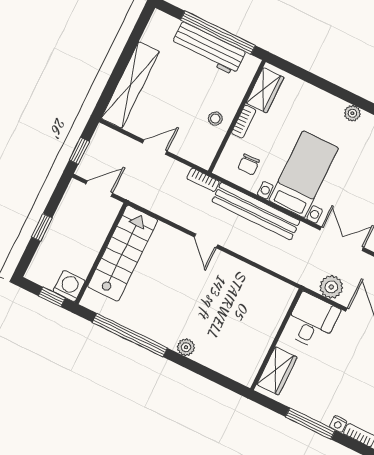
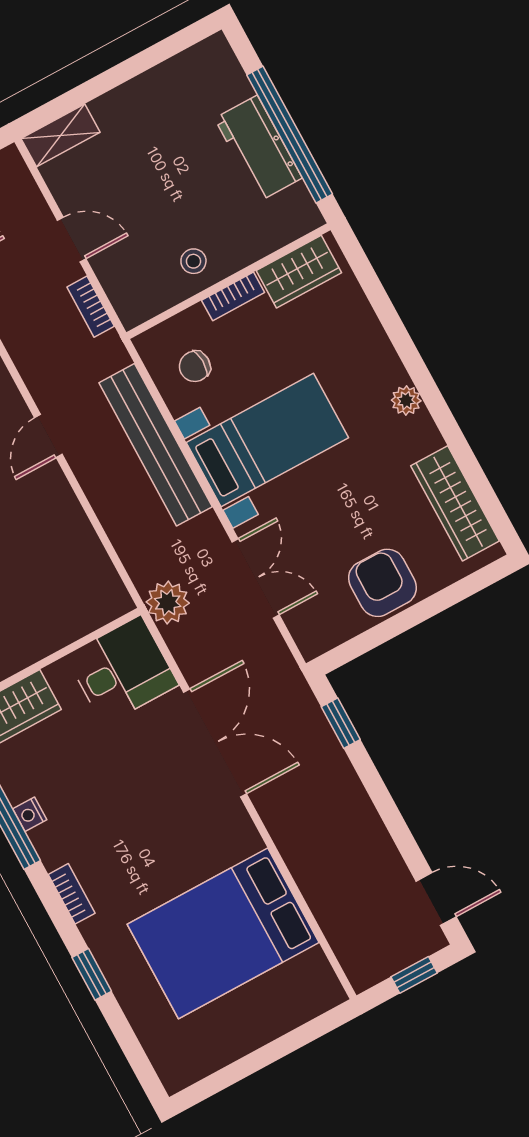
workbench: (208, 49) -> (258, 148), width x0.73
shelving: (130, 85) -> (61, 135), width x0.45, depth x0.75
bookcase: (203, 180) -> (91, 307), moved
plant: (331, 287) -> (168, 603), moved
nightstand: (338, 424) -> (30, 814), moved

